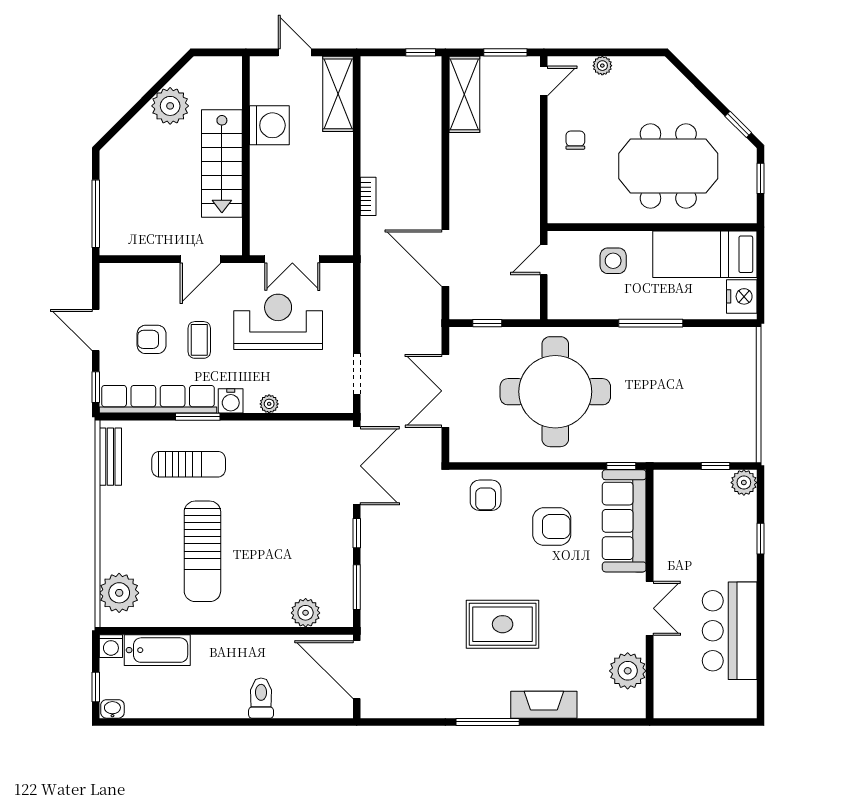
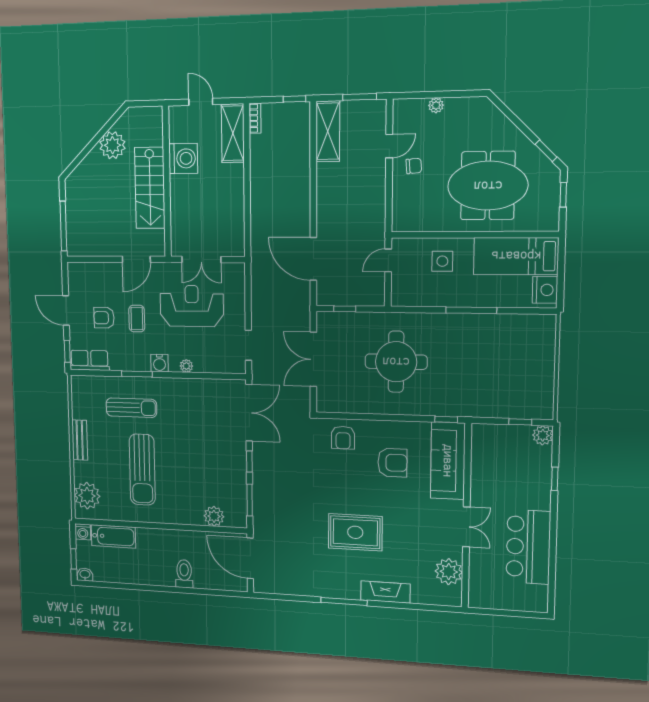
door: (544, 81) -> (389, 146), moved
chair: (575, 140) -> (414, 166), turned 86
bookcase: (368, 196) -> (255, 118), moved
round table: (555, 392) -> (396, 362), width x0.73, depth x0.73
row of seats: (158, 399) -> (89, 360), width x0.50
bench: (110, 457) -> (80, 440), moved

